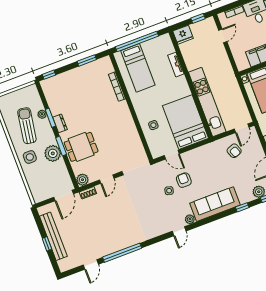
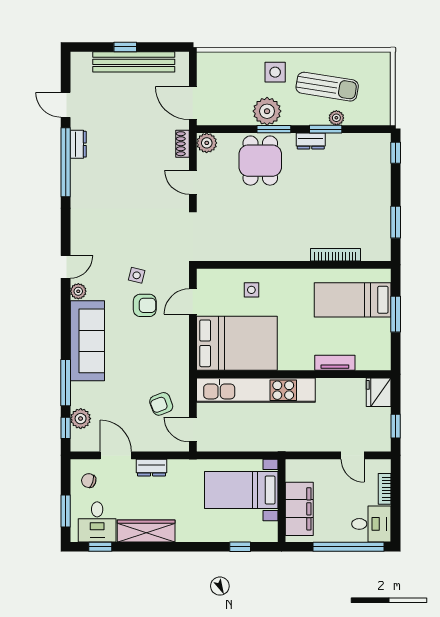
window: (137, 41) -> (396, 314), width x0.47
window: (242, 207) -> (66, 383), width x2.17
door: (179, 231) -> (66, 267), swing flipped
dresser: (110, 250) -> (78, 144), added

